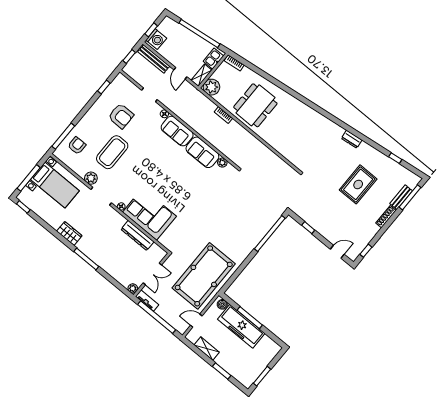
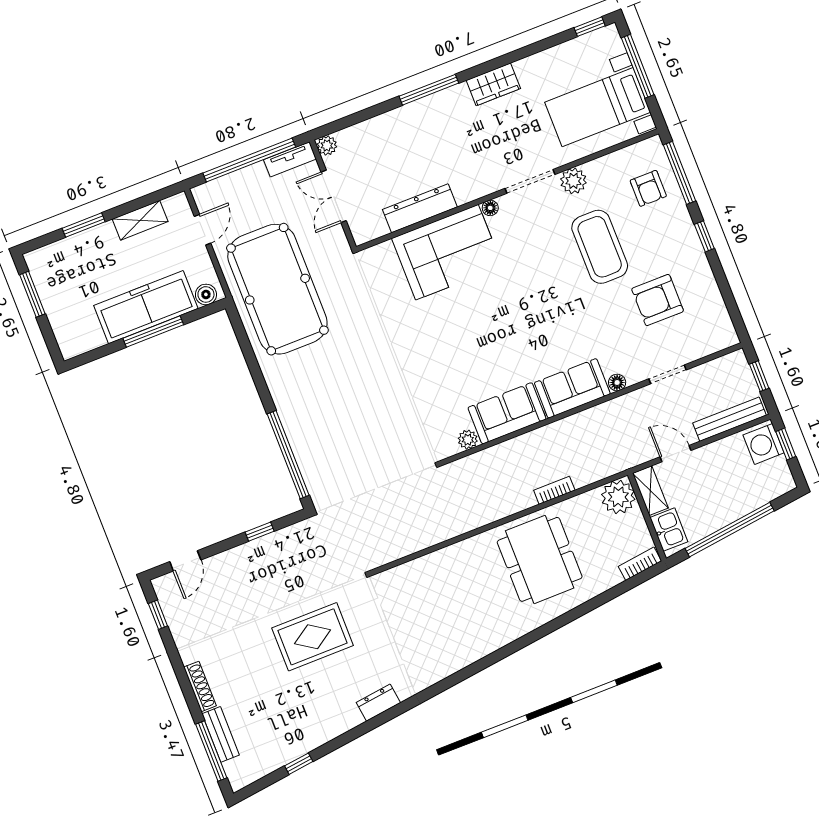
window: (104, 87) -> (704, 236), moved
rug: (358, 184) -> (313, 637), moved, turned 90

